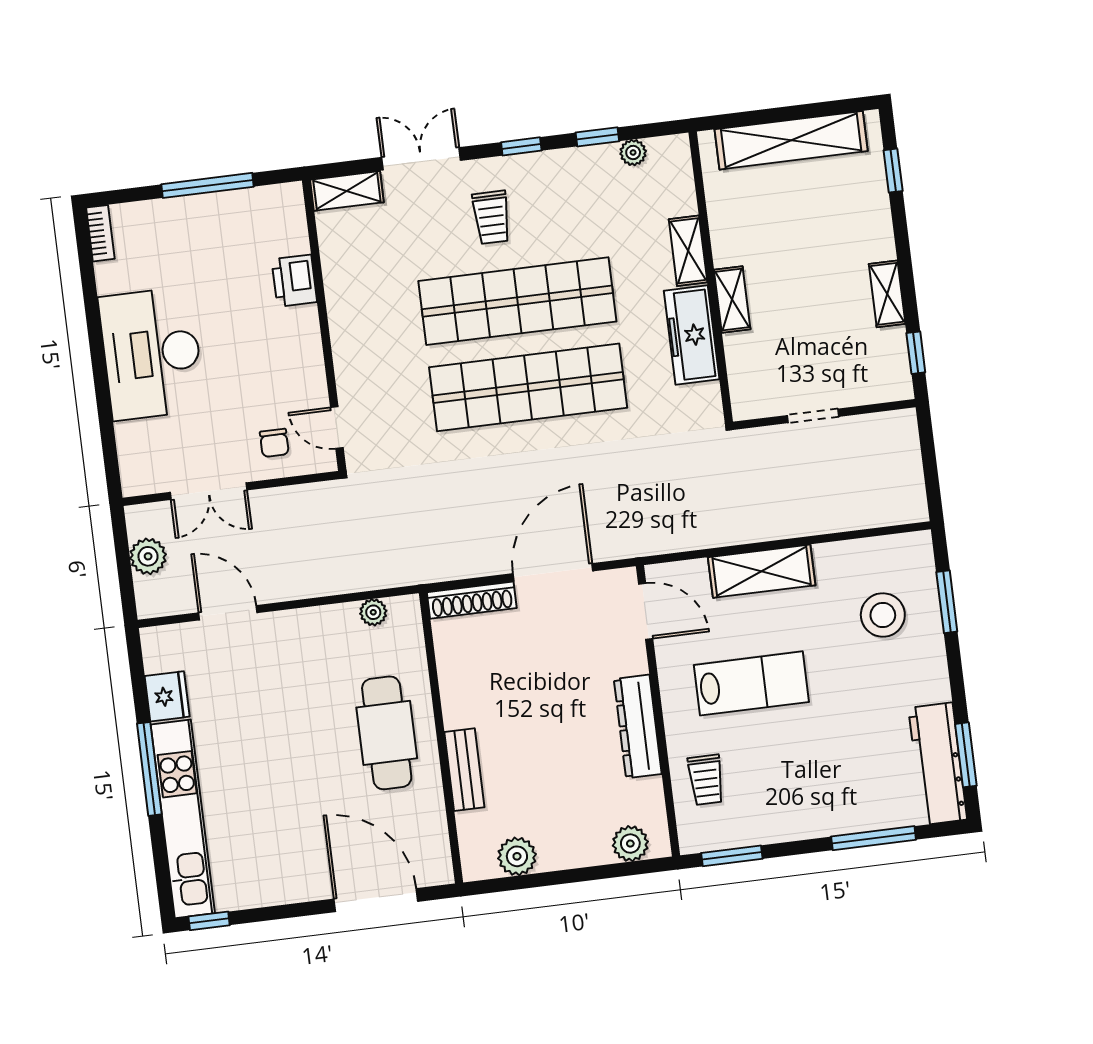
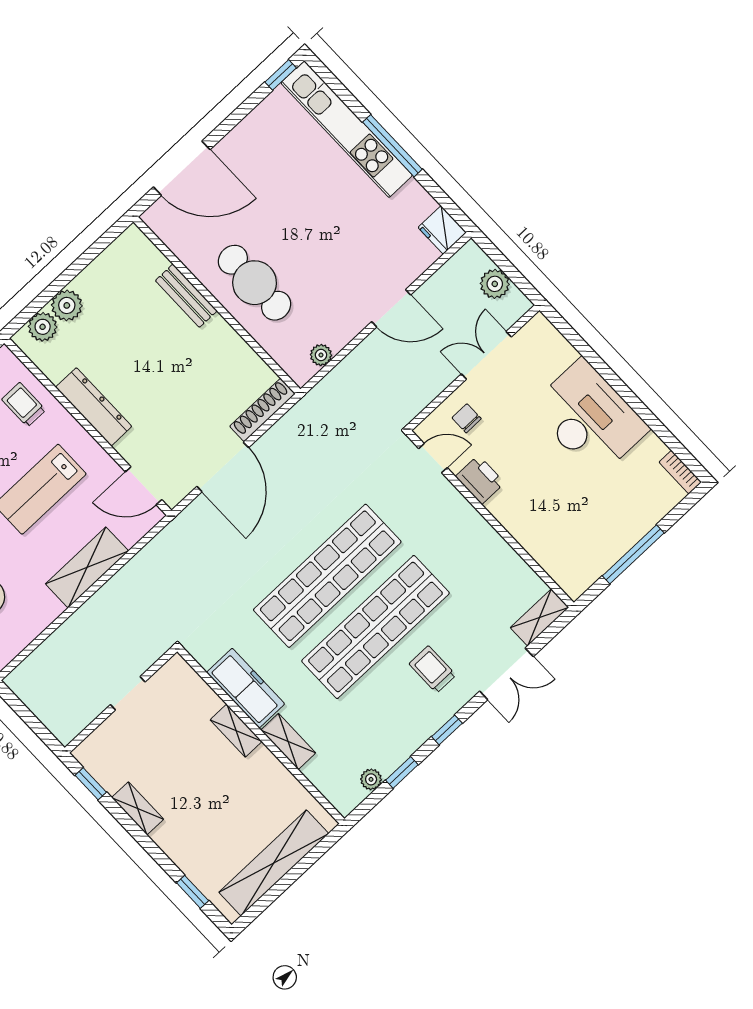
printer: (294, 281) -> (480, 480), moved
door: (228, 613) -> (391, 308), moved
fridge: (167, 696) -> (442, 230), moved
plant: (517, 856) -> (67, 305), moved

